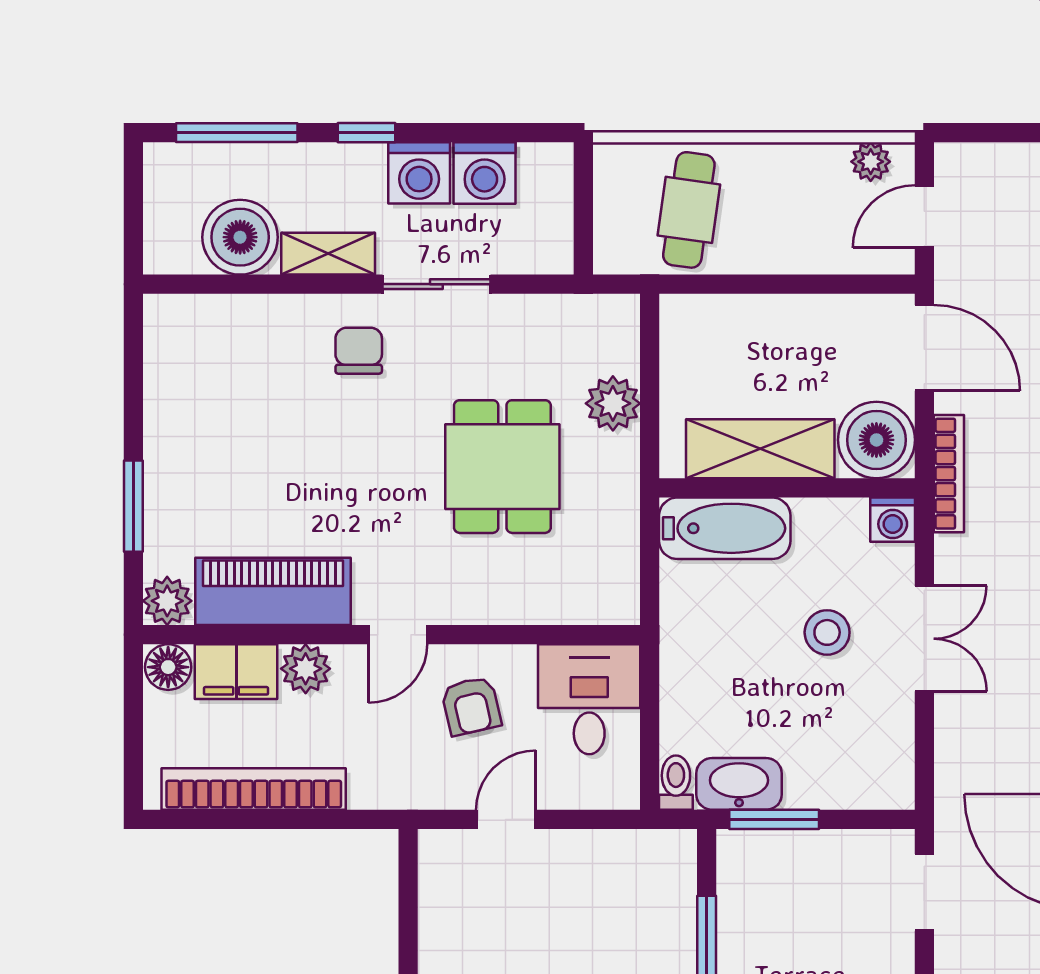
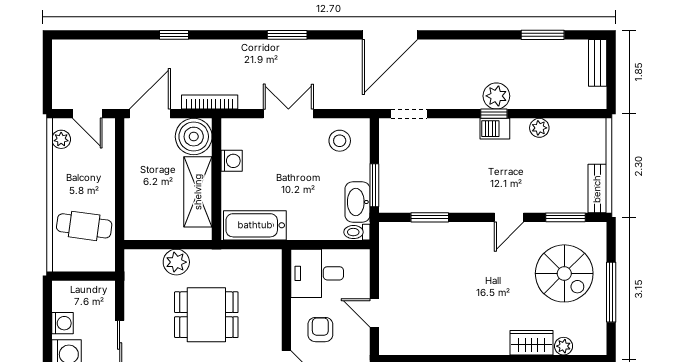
washing machine: (485, 173) -> (63, 323), width x0.73, depth x0.73
washing machine: (893, 520) -> (232, 161), moved
bathtub: (725, 528) -> (255, 225), moved, turned -90
stool: (827, 632) -> (340, 141), moved
armchair: (471, 706) -> (320, 330), turned -77

